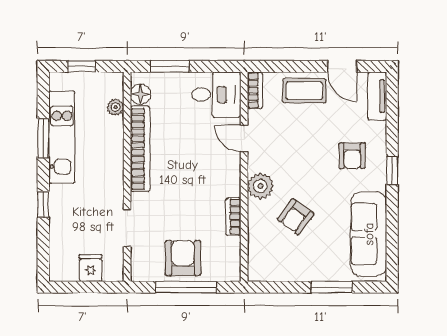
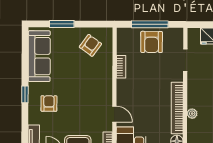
plant: (115, 107) -> (192, 114), moved
plant: (260, 186) -> (105, 85), removed
armchair: (296, 217) -> (90, 45), moved

